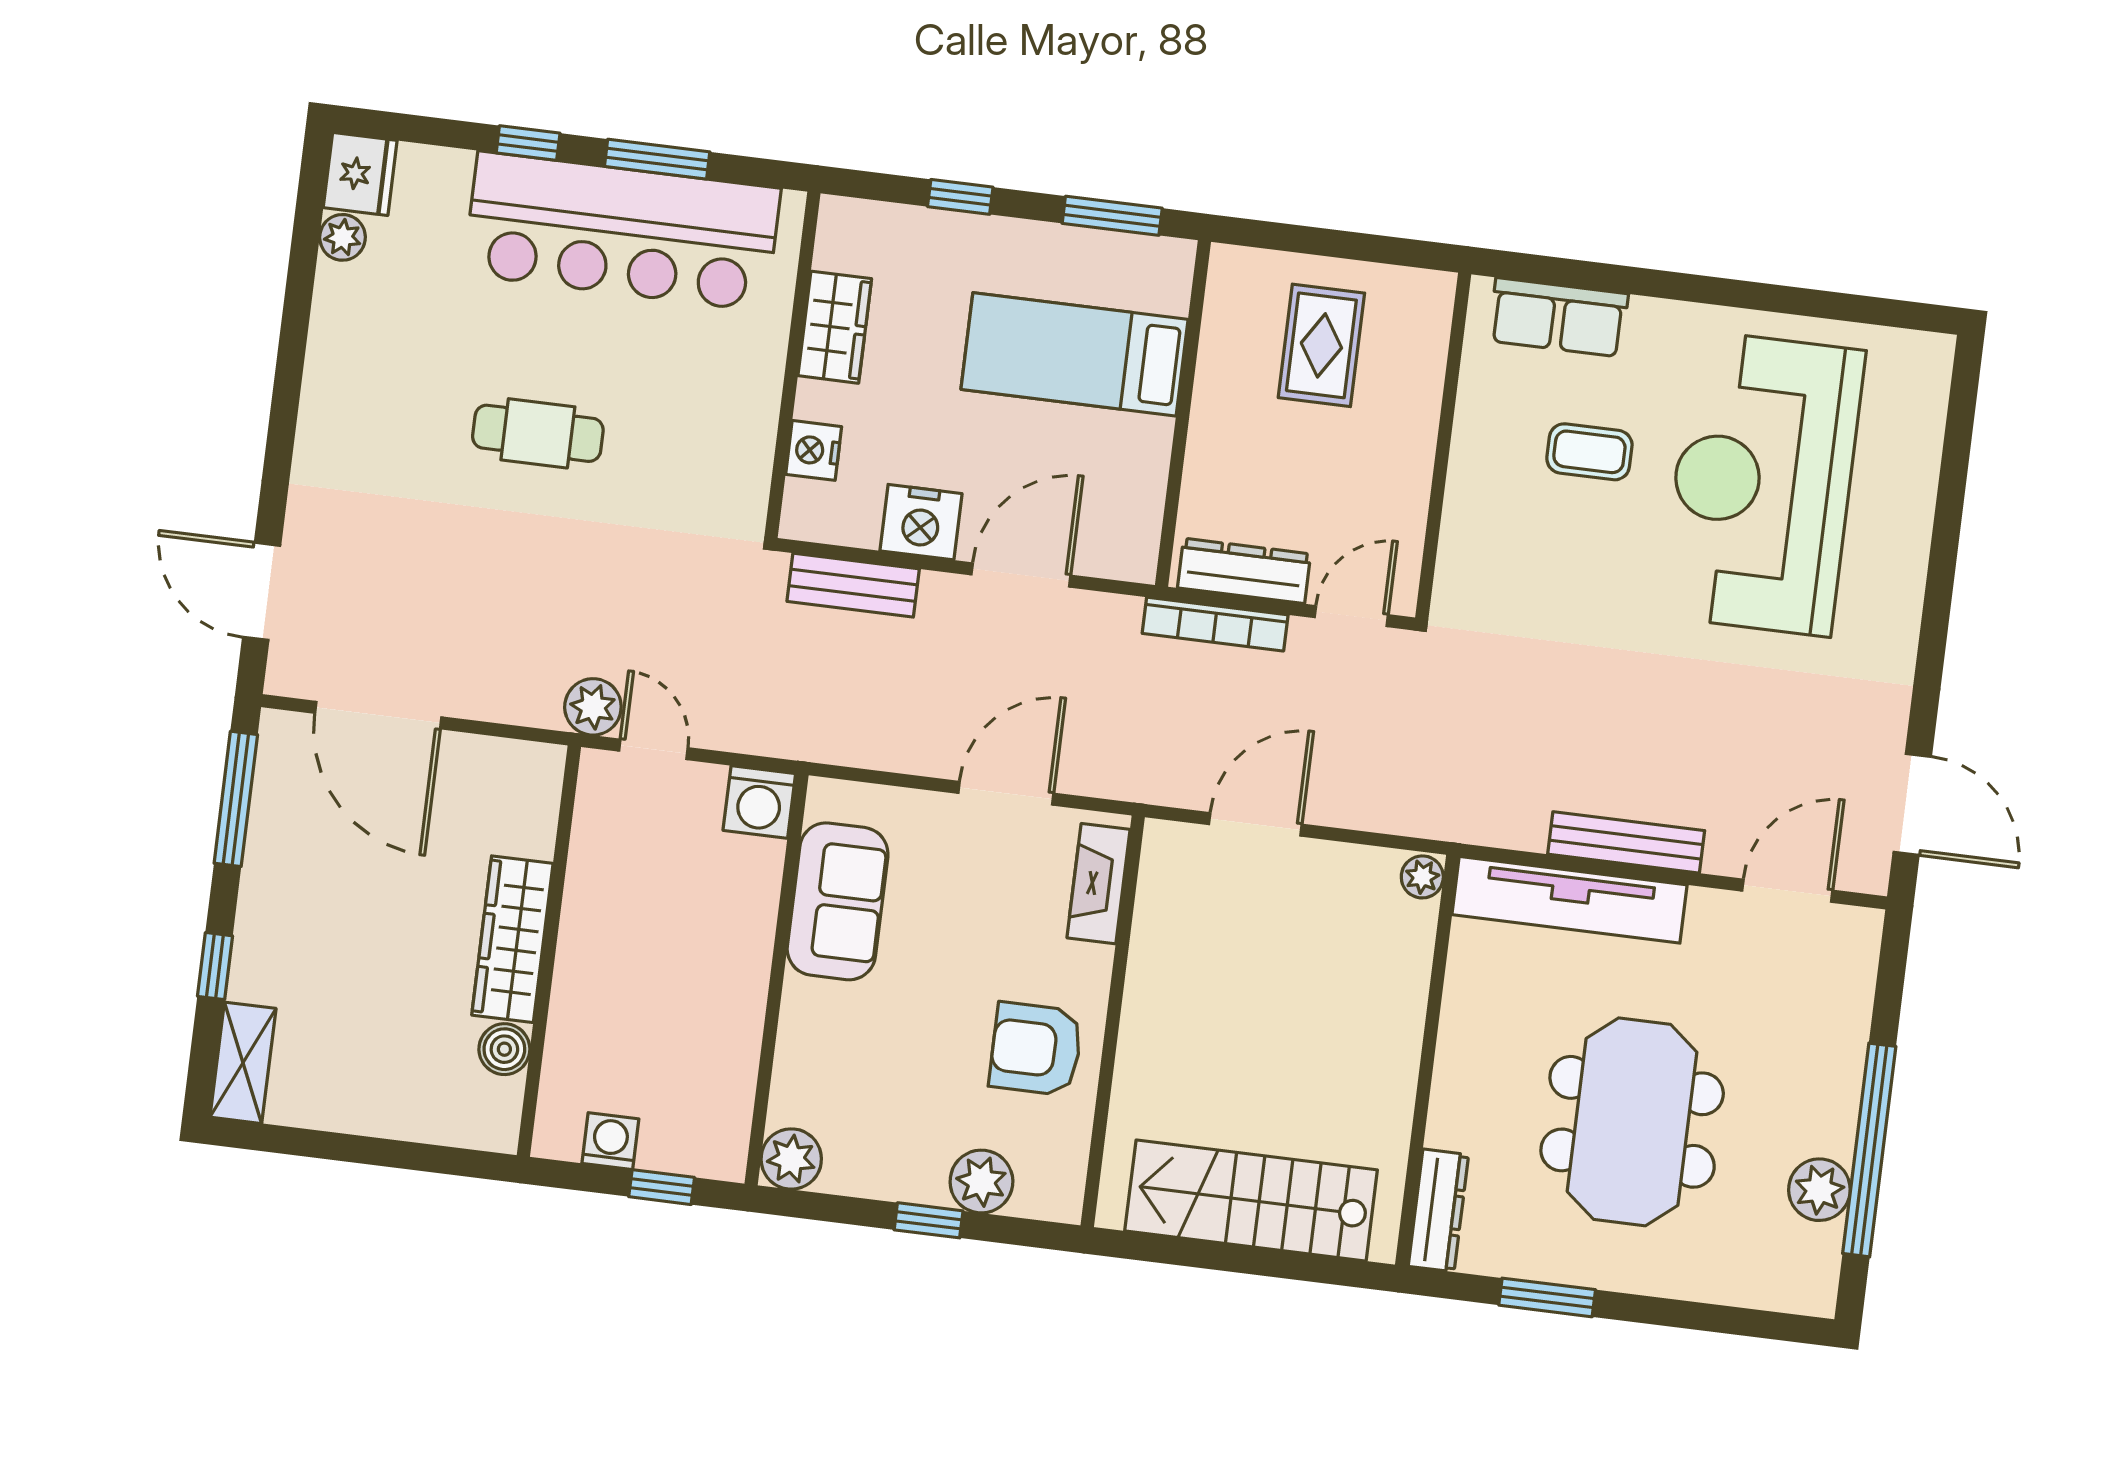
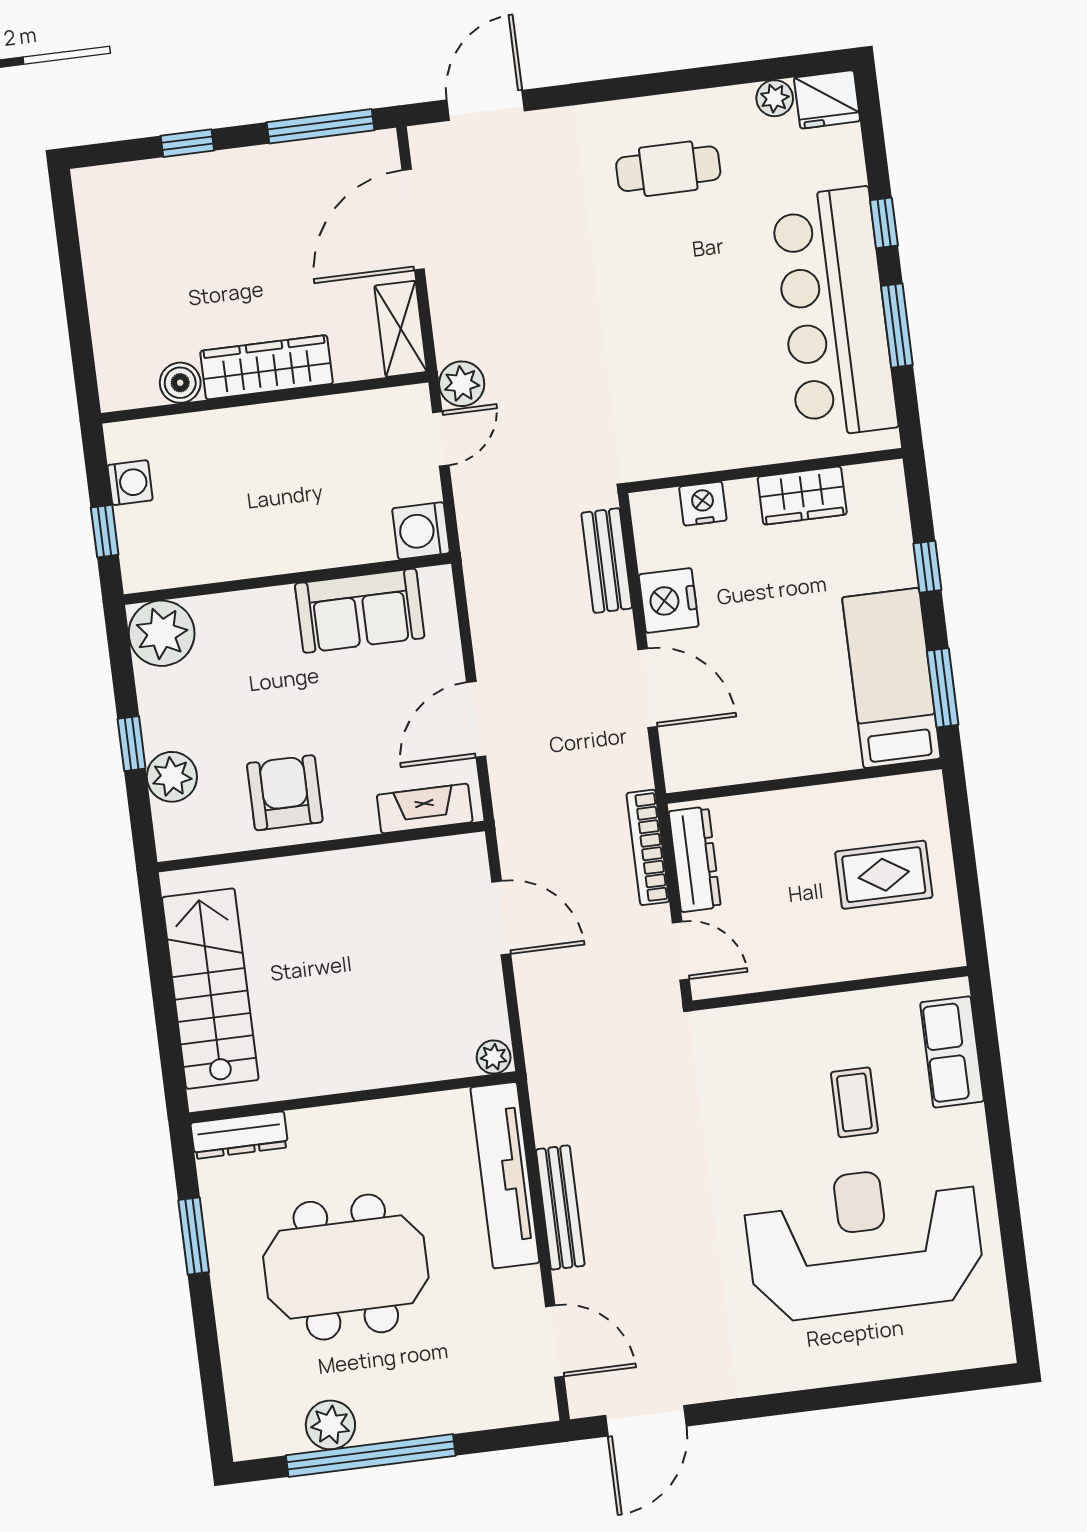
bed: (1075, 354) -> (891, 678), moved
cafe table: (538, 433) -> (668, 169), moved, turned 90
door: (1006, 793) -> (476, 719), swing flipped
shelving: (243, 1063) -> (401, 329), moved, turned 90
plant: (791, 1159) -> (162, 633), width x1.36, depth x1.36

